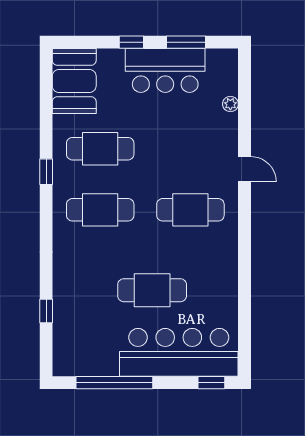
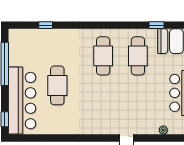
window: (46, 172) -> (156, 25), moved
cafe table: (190, 210) -> (103, 107), removed

